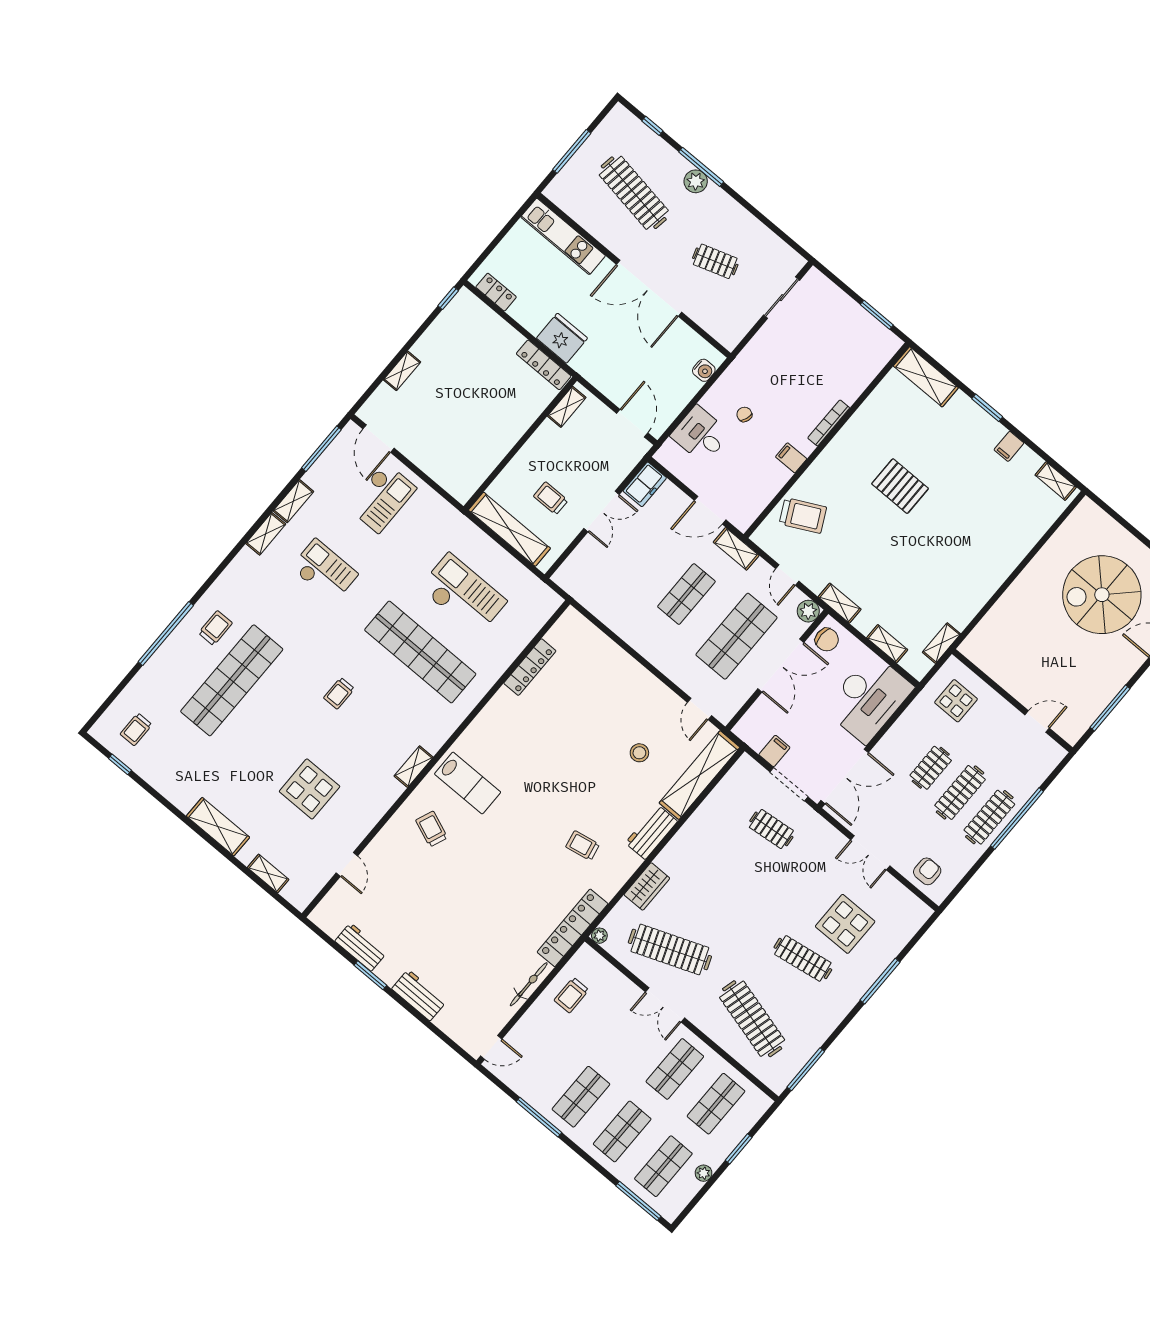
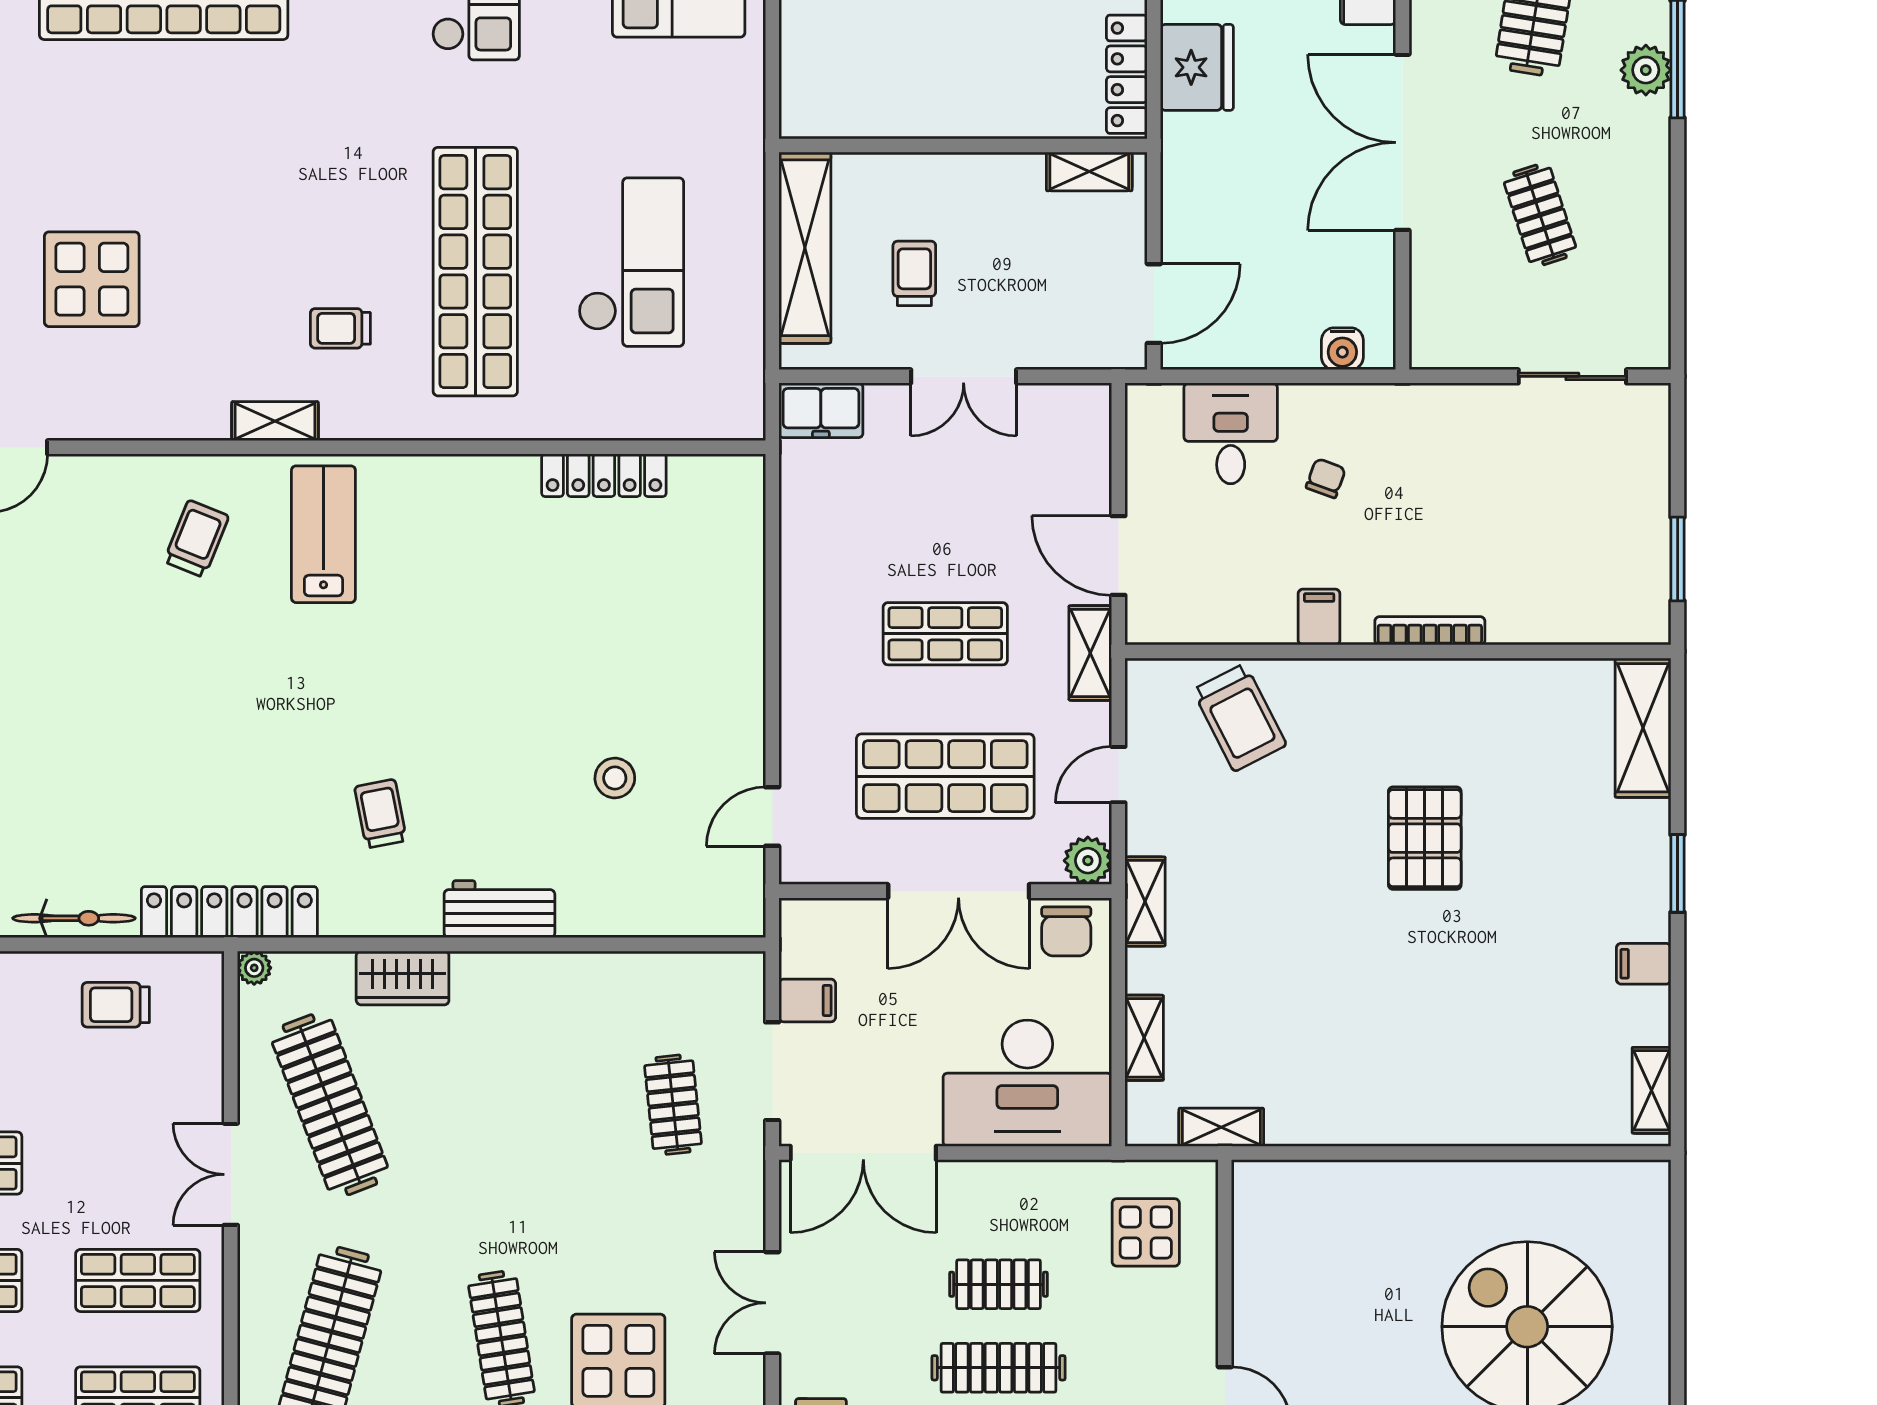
freezer: (645, 484) -> (821, 410), moved
trolley: (339, 693) -> (340, 328), moved
shelving: (700, 775) -> (662, 909), removed
lab bench: (468, 783) -> (323, 534), turned 180

